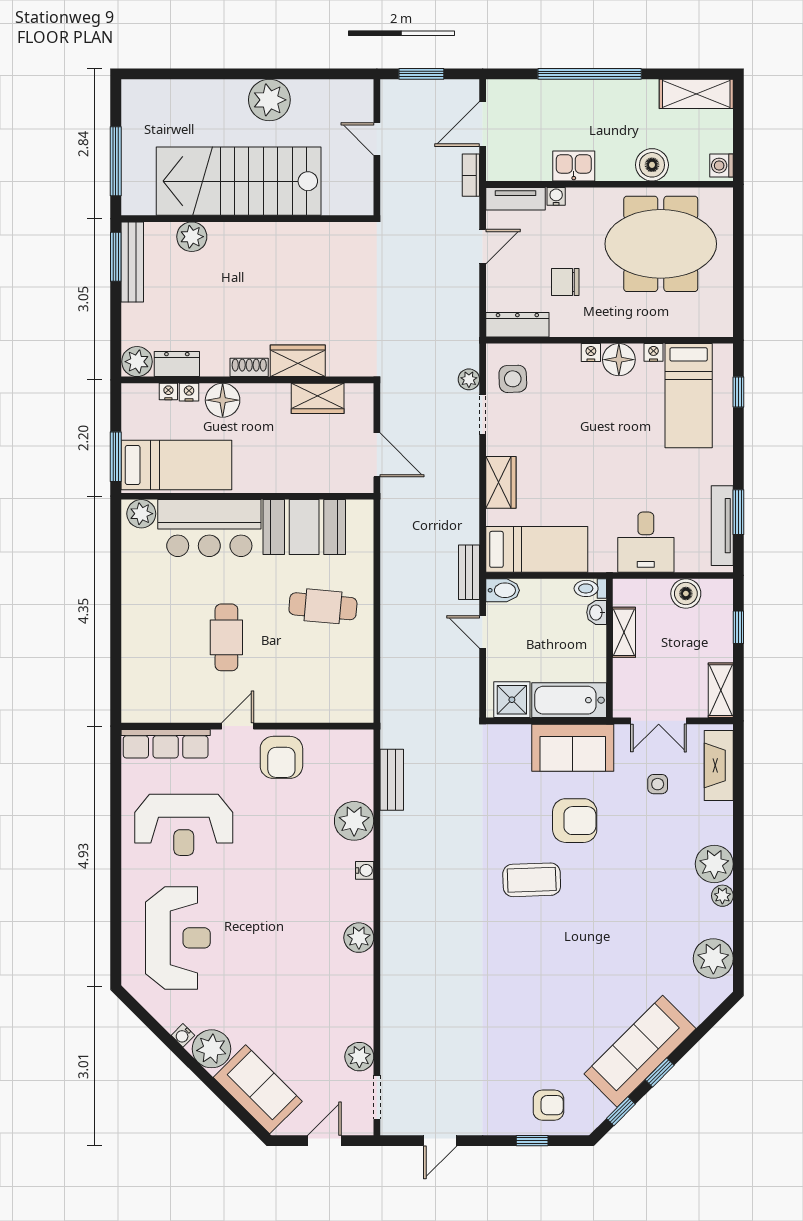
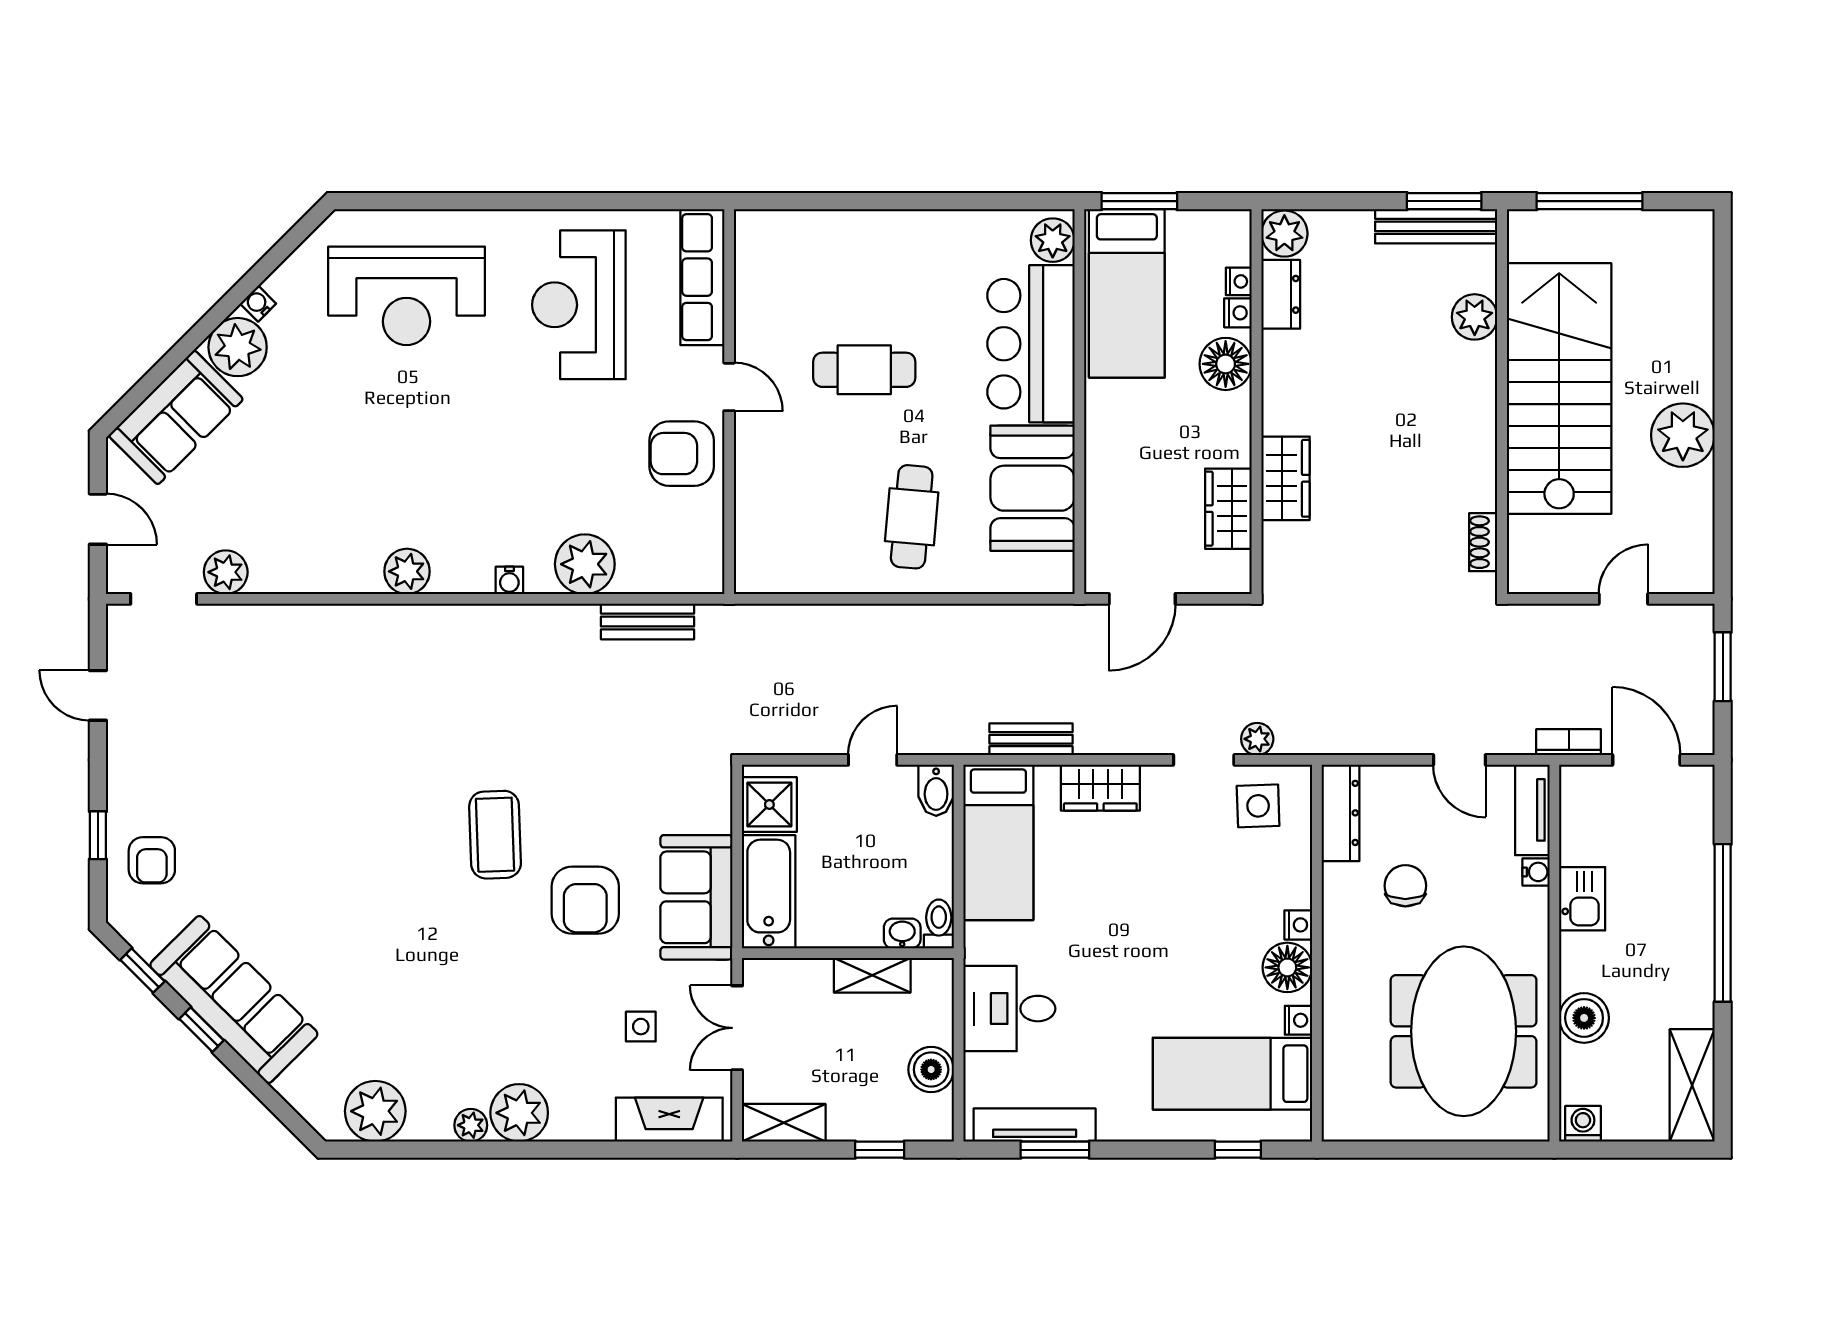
shoe rack: (249, 367) -> (1483, 542), moved, turned 180
bench: (469, 572) -> (1031, 739), moved

